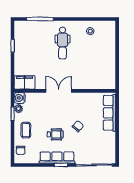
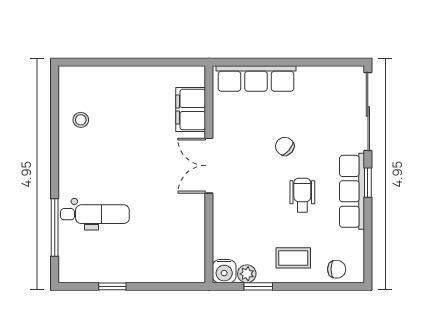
dental chair: (63, 43) -> (95, 214), moved
filing cabinet: (25, 82) -> (191, 109), moved
double door: (59, 91) -> (209, 166), moved

